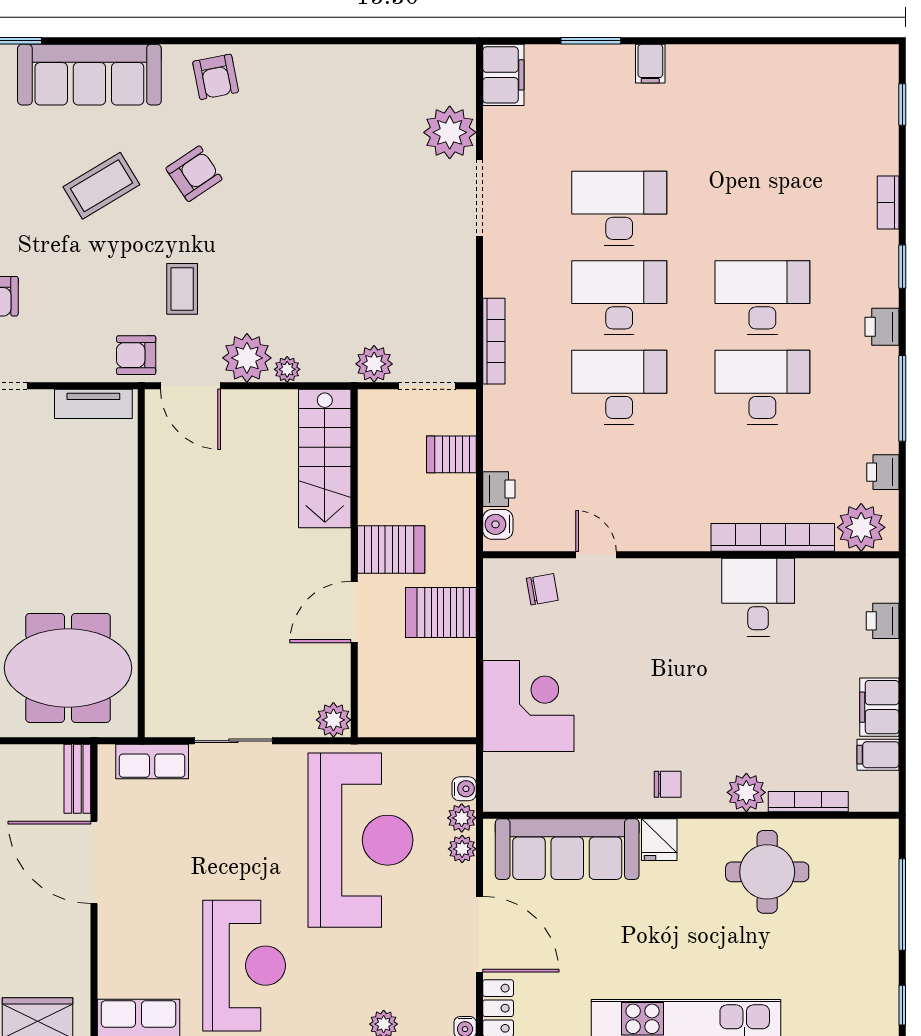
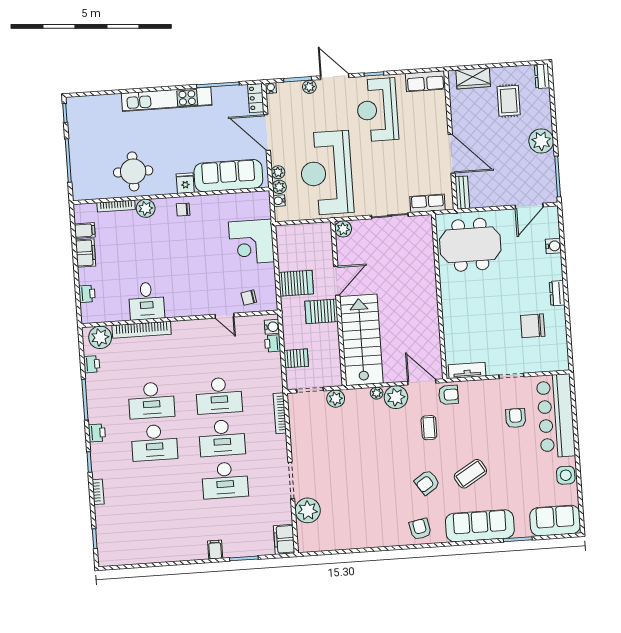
stairs: (325, 459) -> (361, 340), width x1.36, depth x1.51

